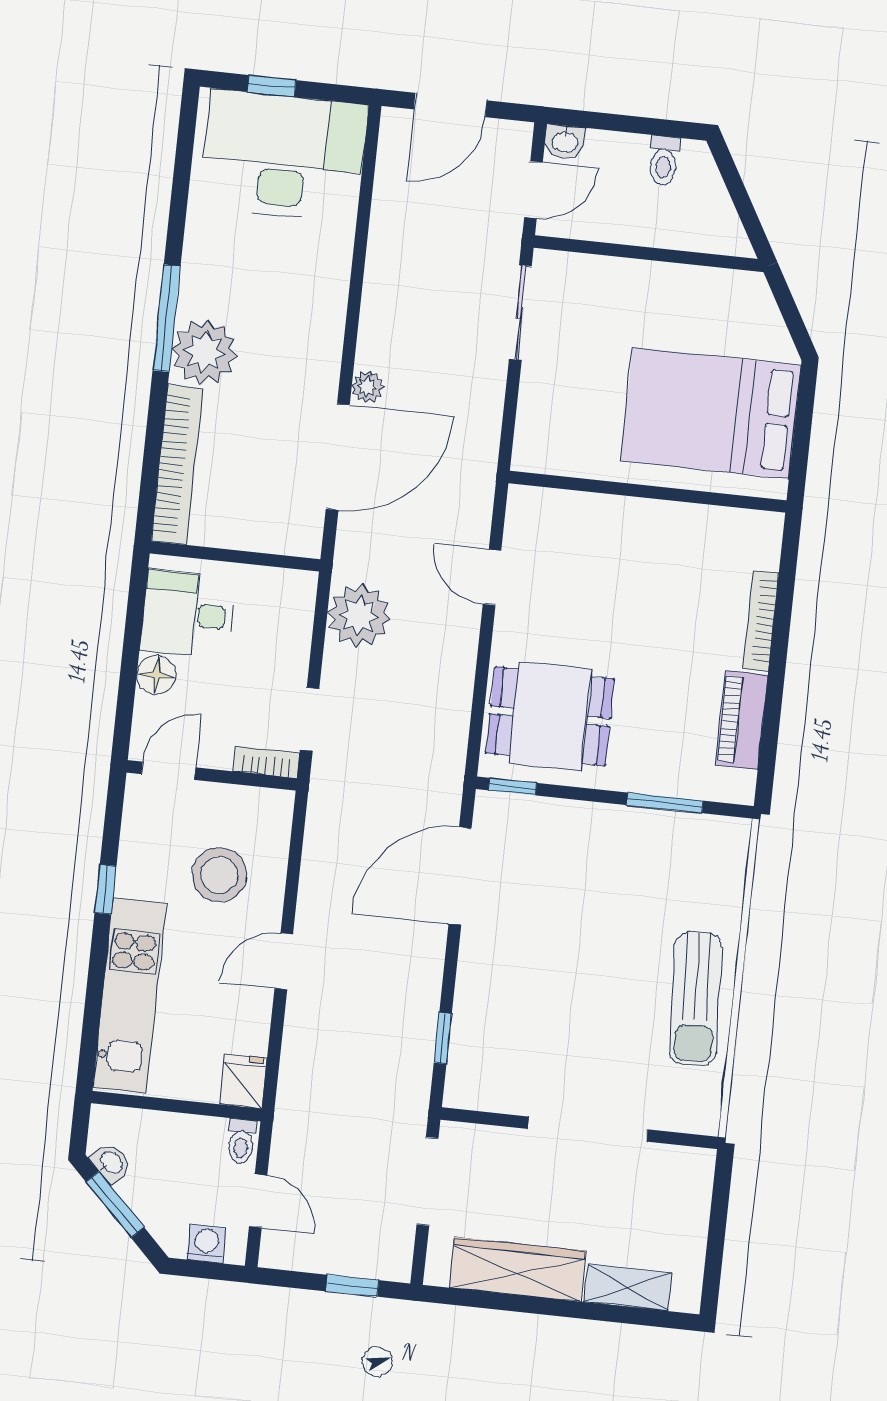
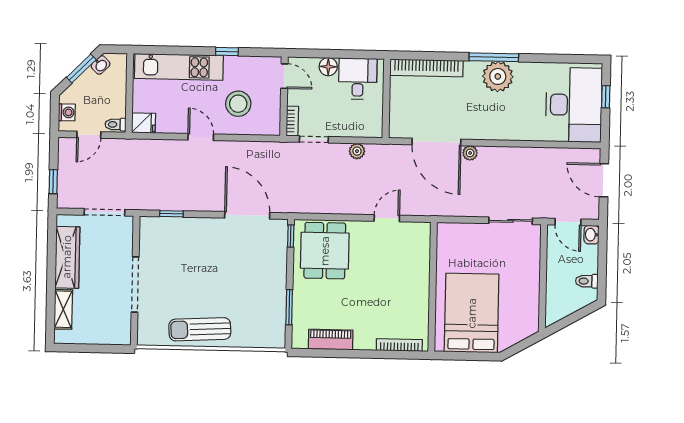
plant: (205, 352) -> (498, 76), moved
plant: (359, 616) -> (357, 151), width x0.53, depth x0.53
bookcase: (761, 621) -> (399, 345), moved

